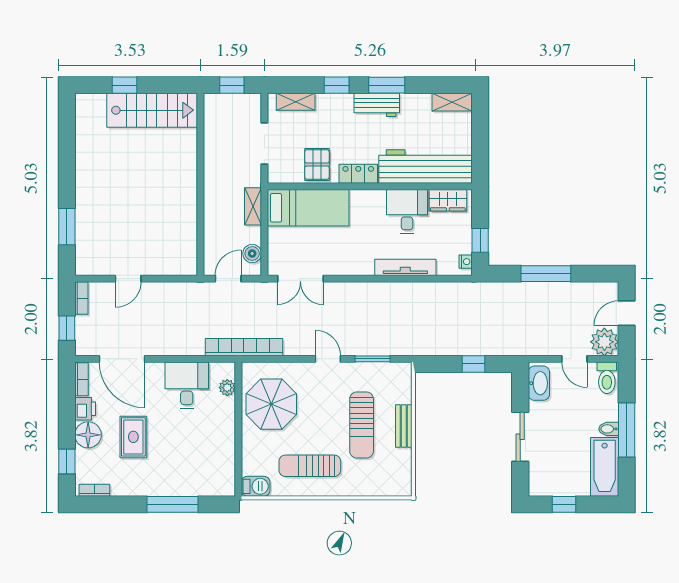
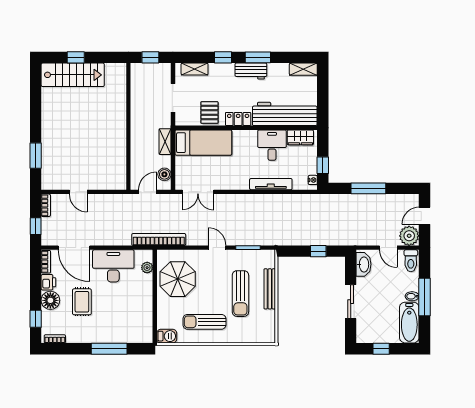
stairs: (152, 110) -> (73, 75), moved
door: (128, 279) -> (78, 192), hinge flipped
desk: (187, 385) -> (113, 266), width x1.37
bench: (404, 426) -> (270, 289), width x1.36

